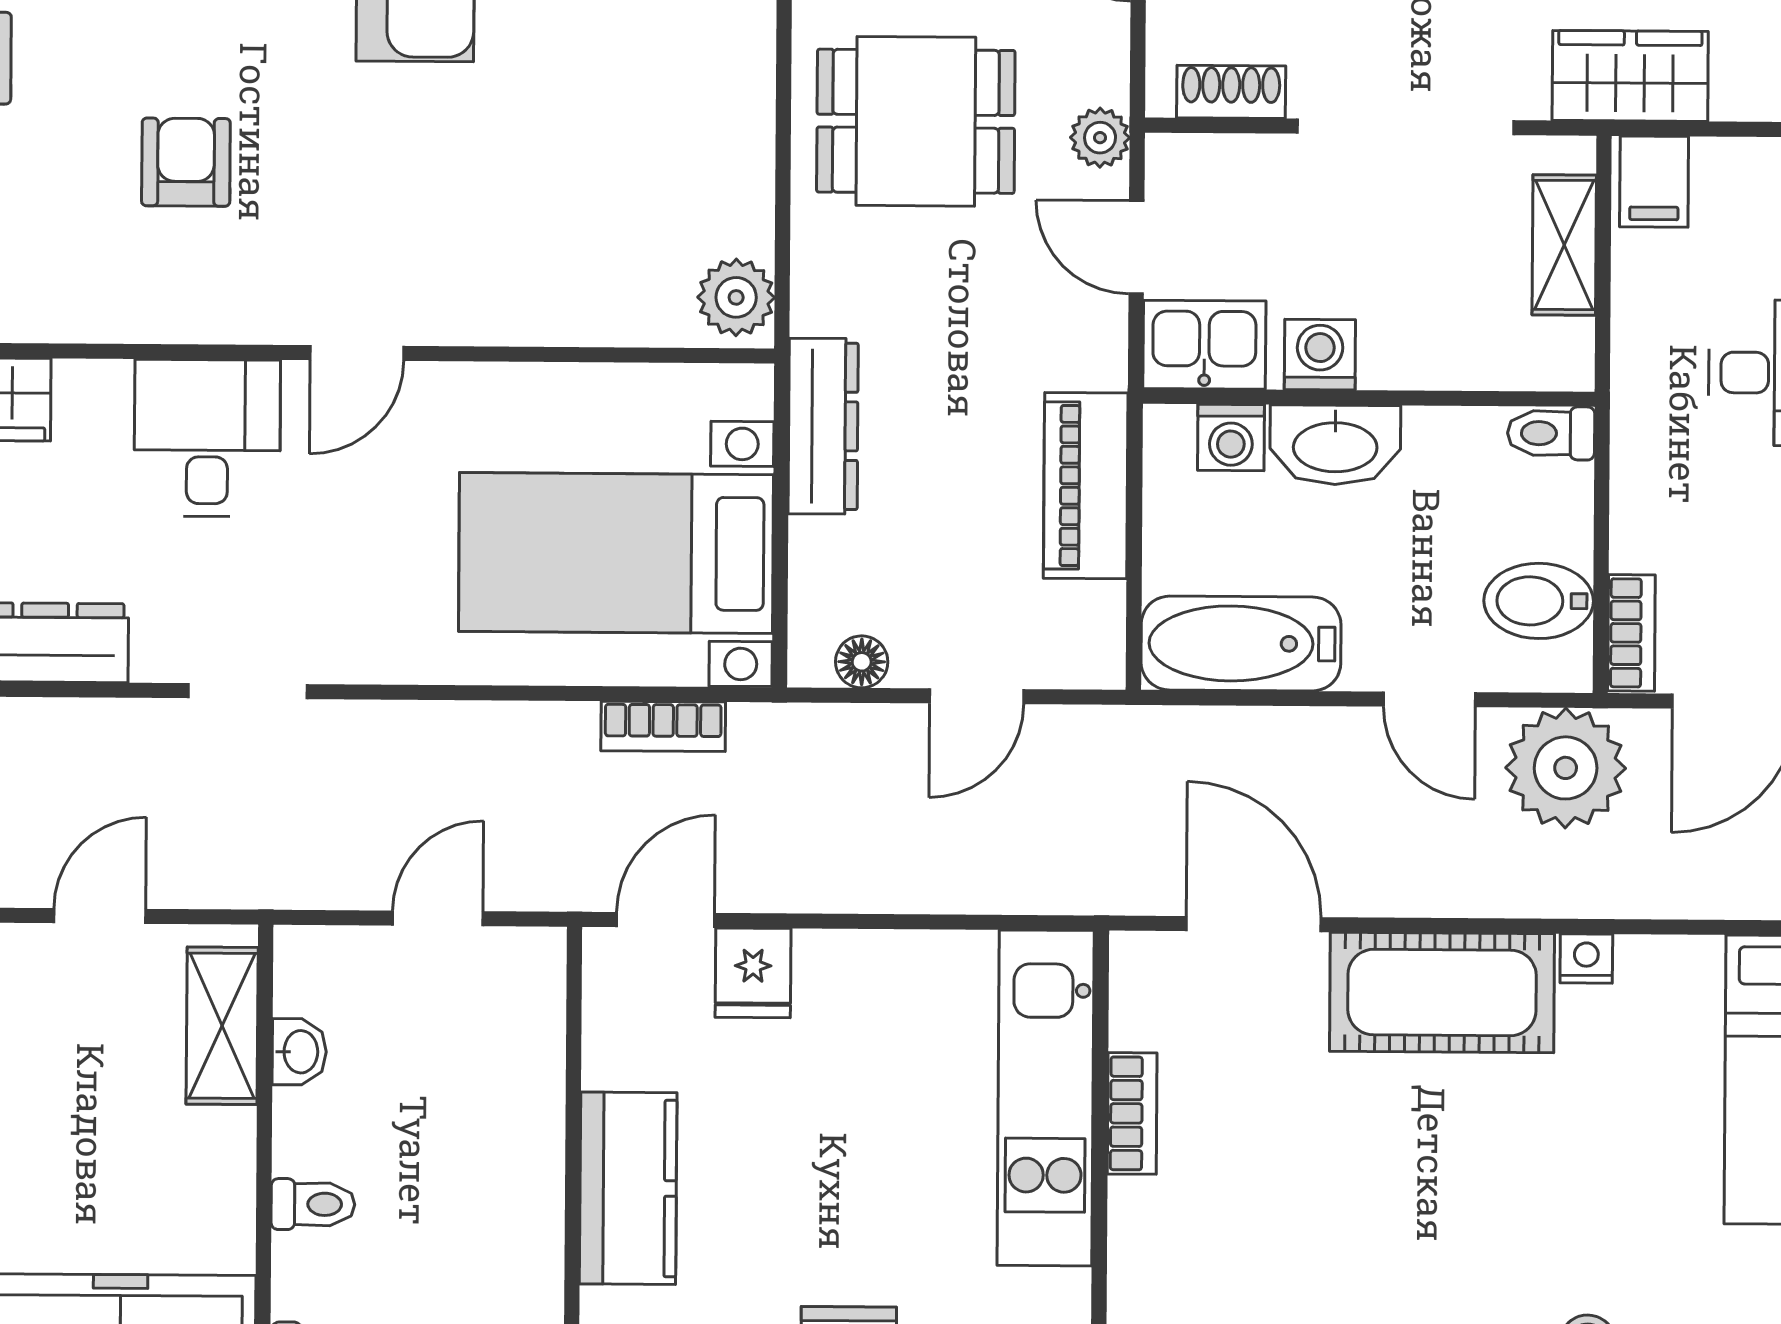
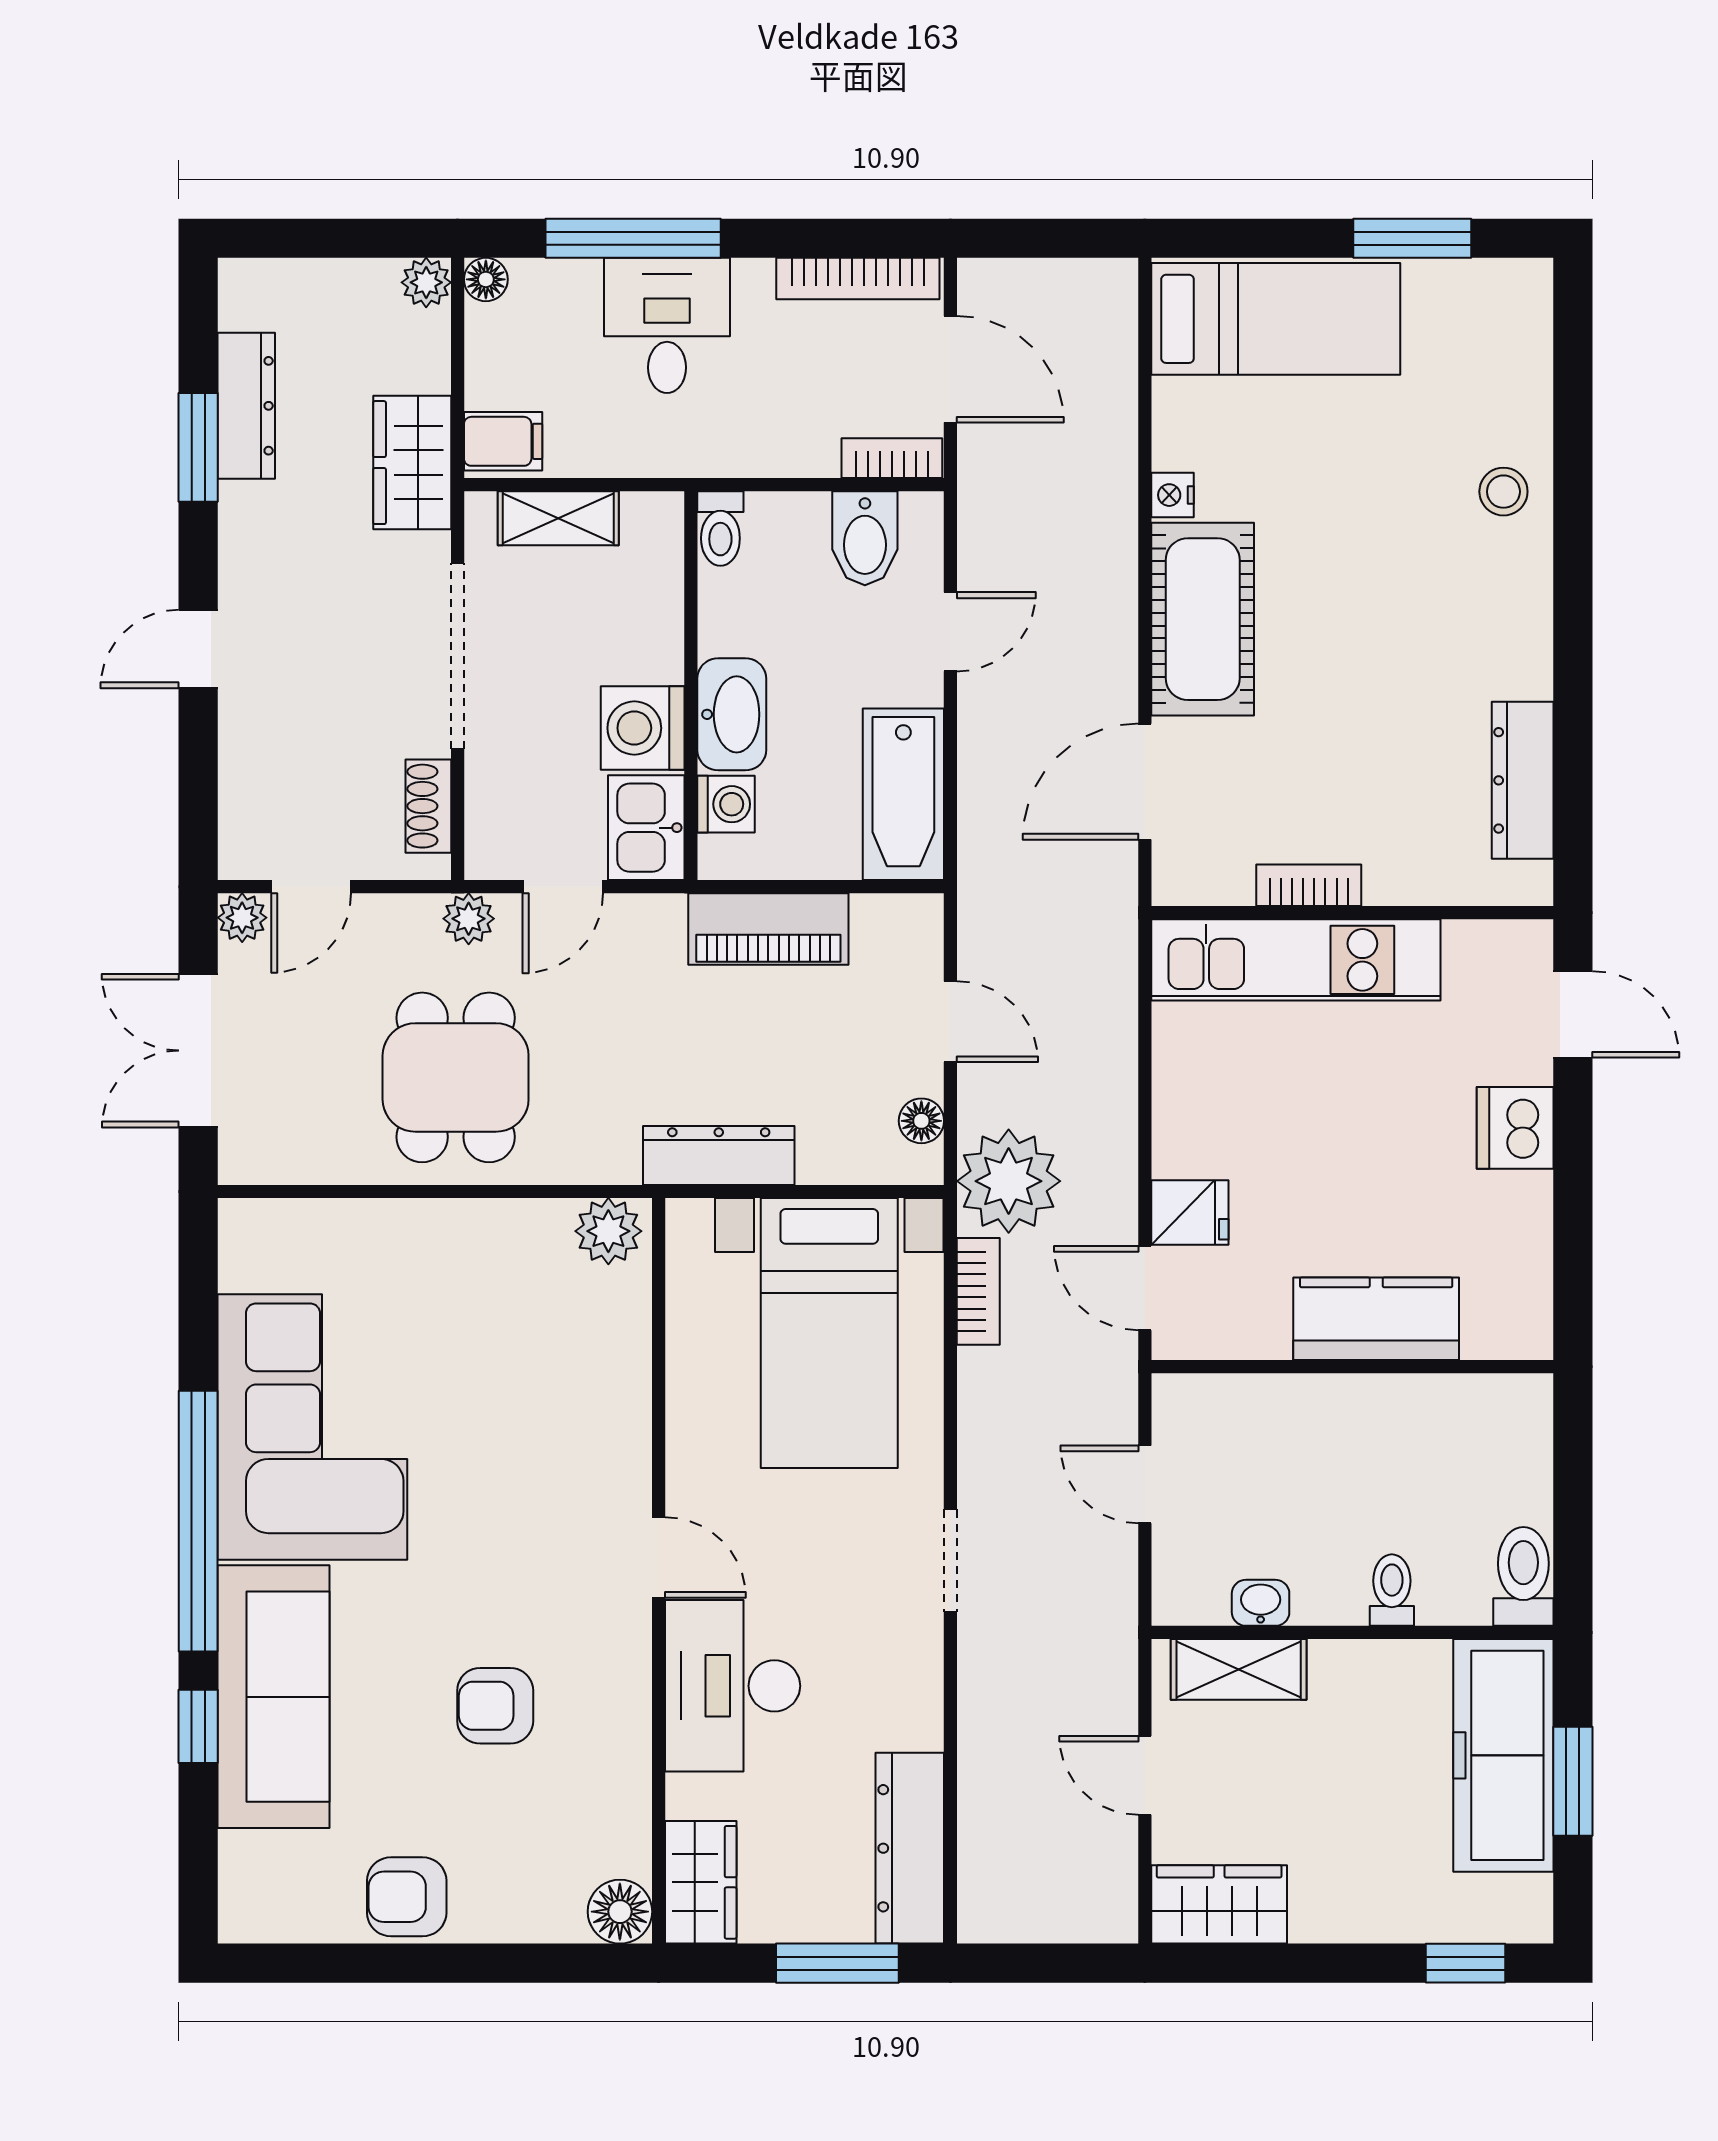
washing machine: (1320, 355) -> (643, 728), width x1.38, depth x1.38
desk: (207, 438) -> (733, 1686), width x1.37
doorway: (248, 691) -> (950, 1561), moved
plant: (1566, 768) -> (1009, 1181), moved

